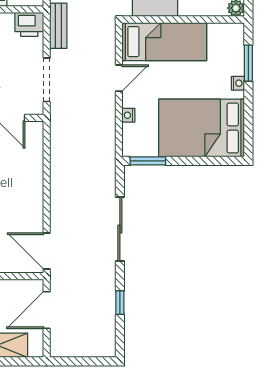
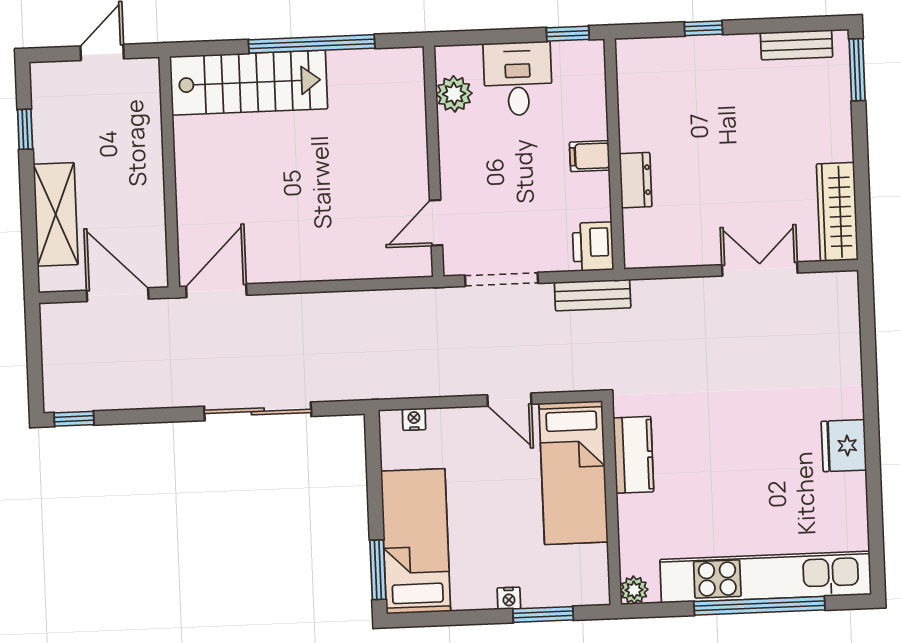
nightstand: (128, 115) -> (414, 419), moved
bed: (201, 128) -> (416, 541), width x0.67
window: (148, 161) -> (378, 570), moved
window: (120, 303) -> (74, 419), moved

